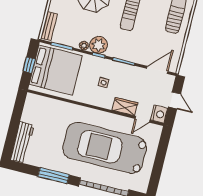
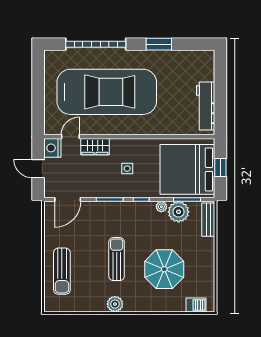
plant: (98, 45) -> (179, 212), moved
workbench: (22, 142) -> (206, 106), moved
window: (54, 176) -> (159, 44), width x0.69

